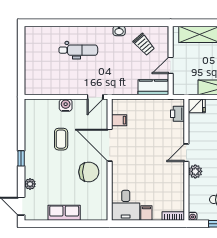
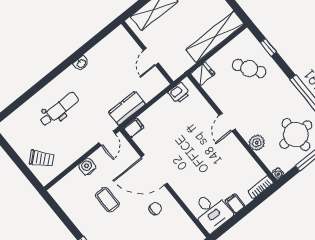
trolley: (144, 45) -> (42, 159), moved
kitchen counter: (153, 87) -> (127, 108), moved
printer: (177, 114) -> (179, 93), moved, turned -90
filing cabinet: (119, 120) -> (134, 128), moved
plant: (195, 171) -> (257, 143), moved
chair: (89, 172) -> (155, 209), width x0.54, depth x0.54

